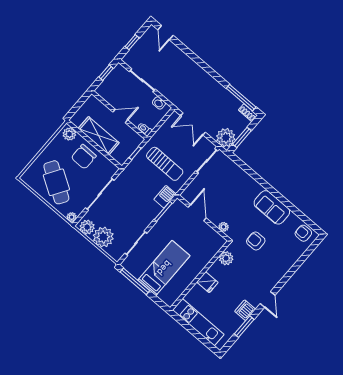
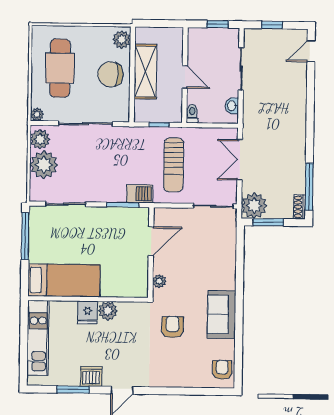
cafe table: (56, 182) -> (60, 68), turned -32
plant: (226, 258) -> (108, 311), moved
bed: (164, 268) -> (64, 280), moved

